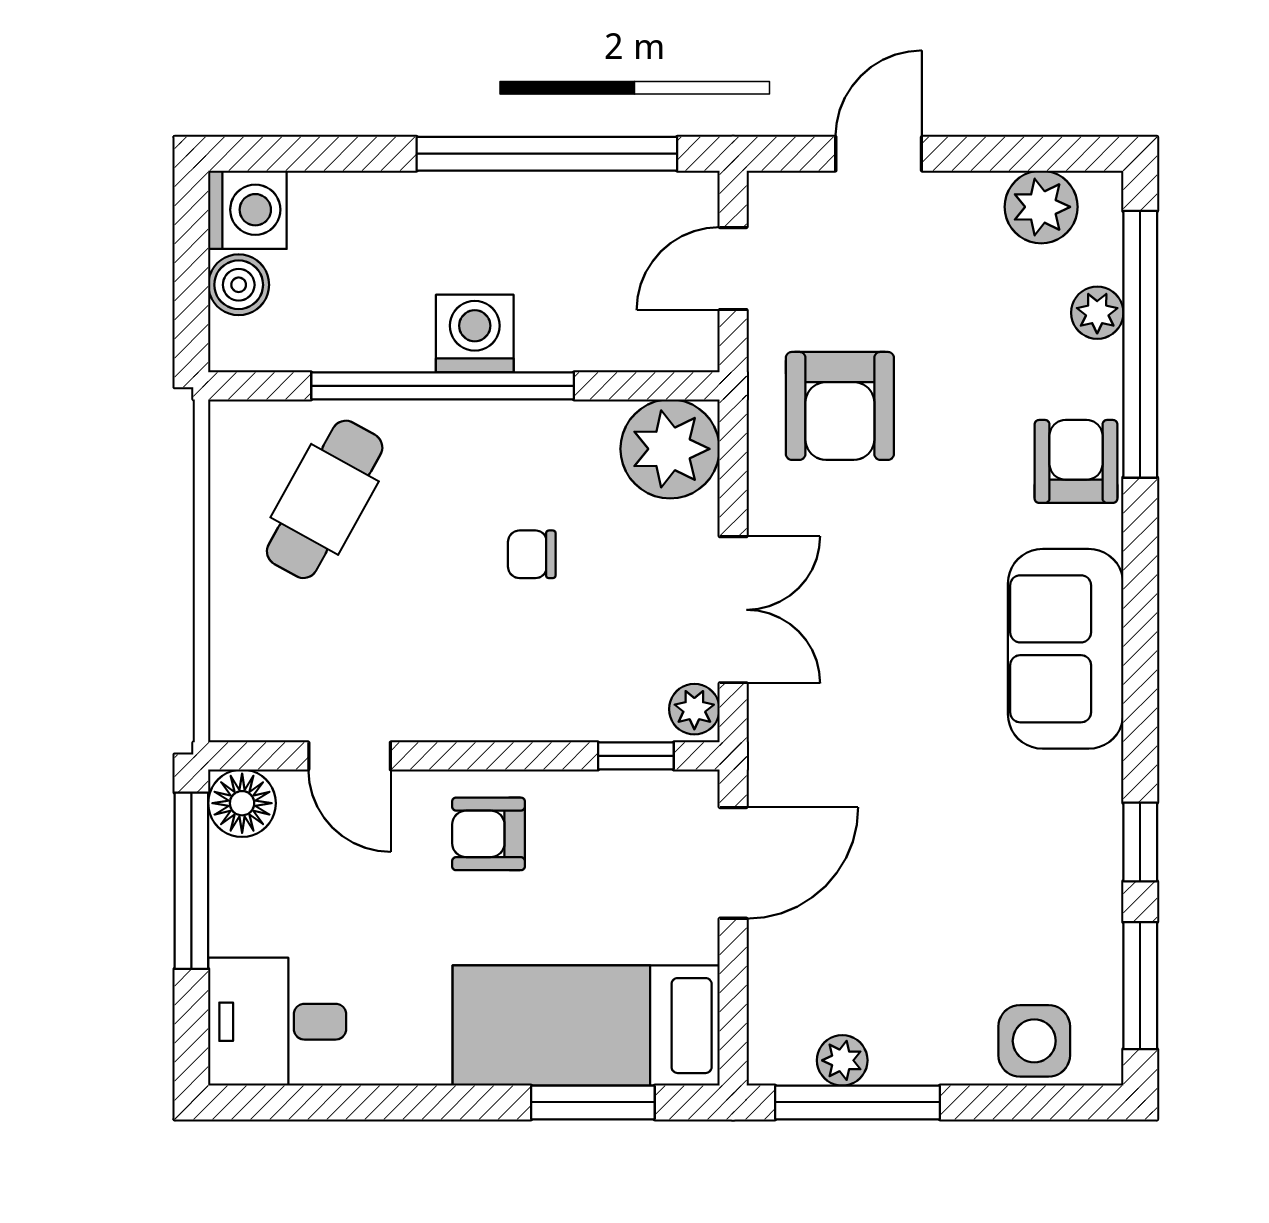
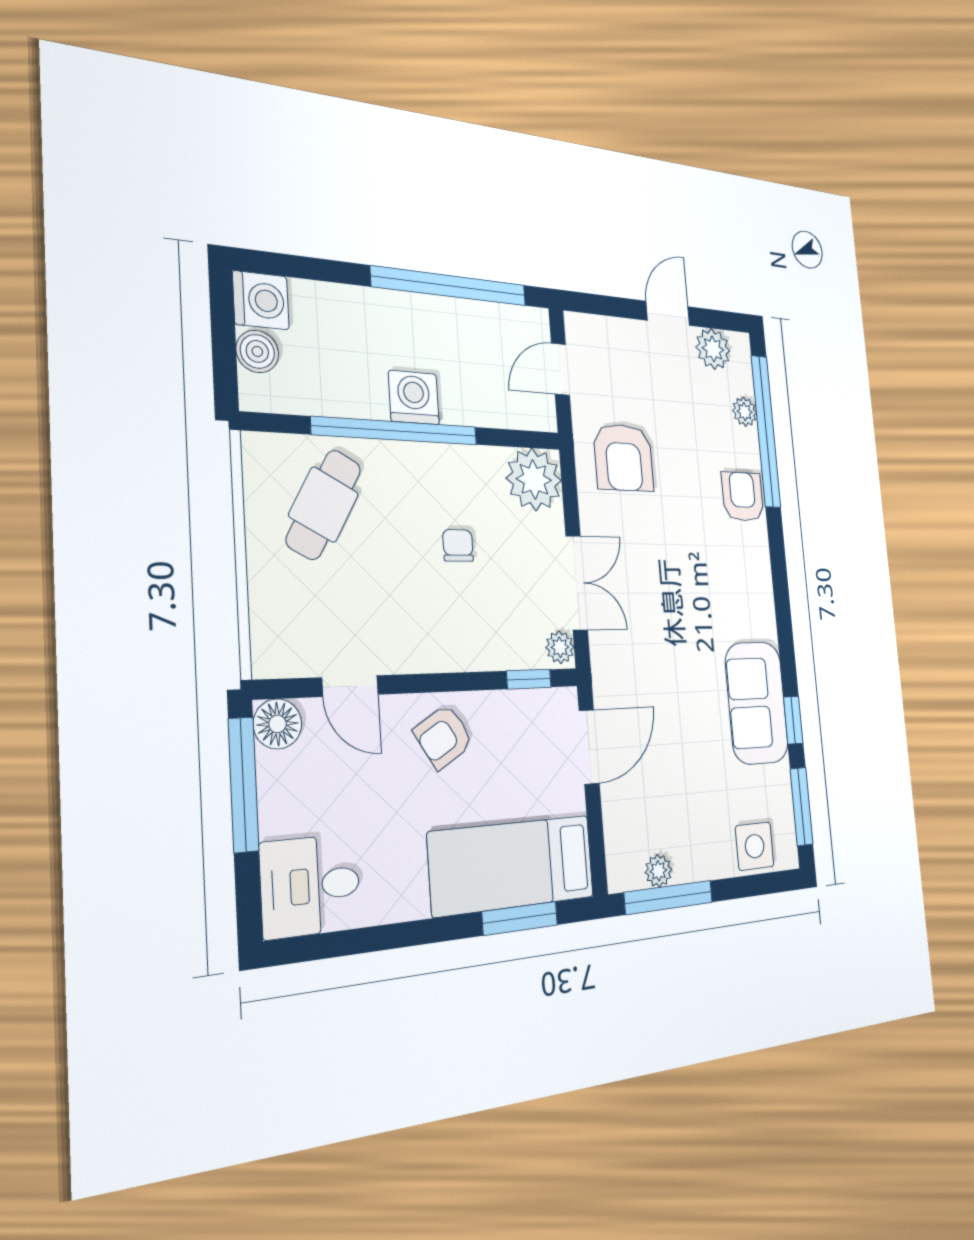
door: (879, 154) -> (668, 313), moved
chair: (532, 554) -> (458, 545), turned 90
sofa: (1066, 649) -> (757, 703), moved
armchair: (489, 834) -> (444, 737), turned -31

